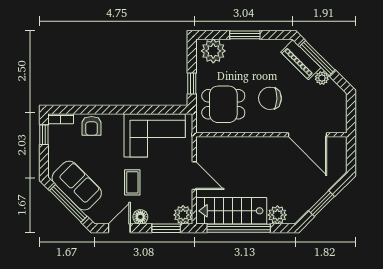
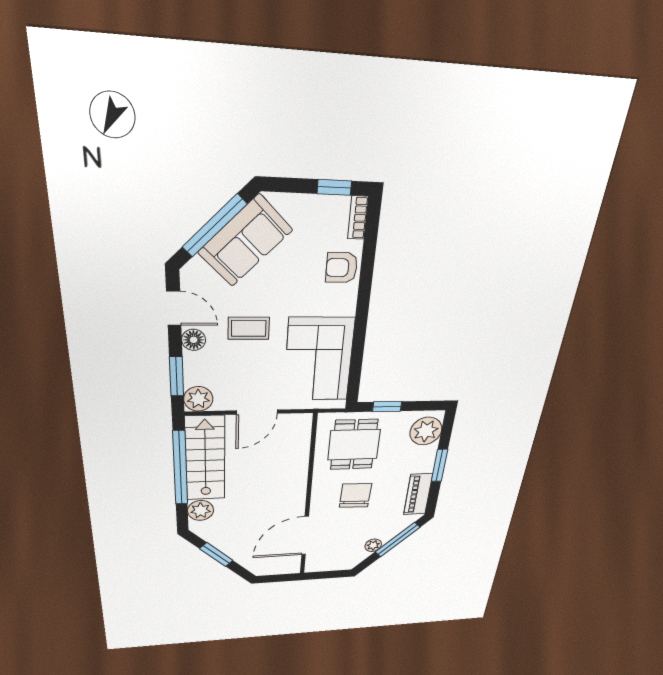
piano: (301, 60) -> (418, 494), moved, turned -45

